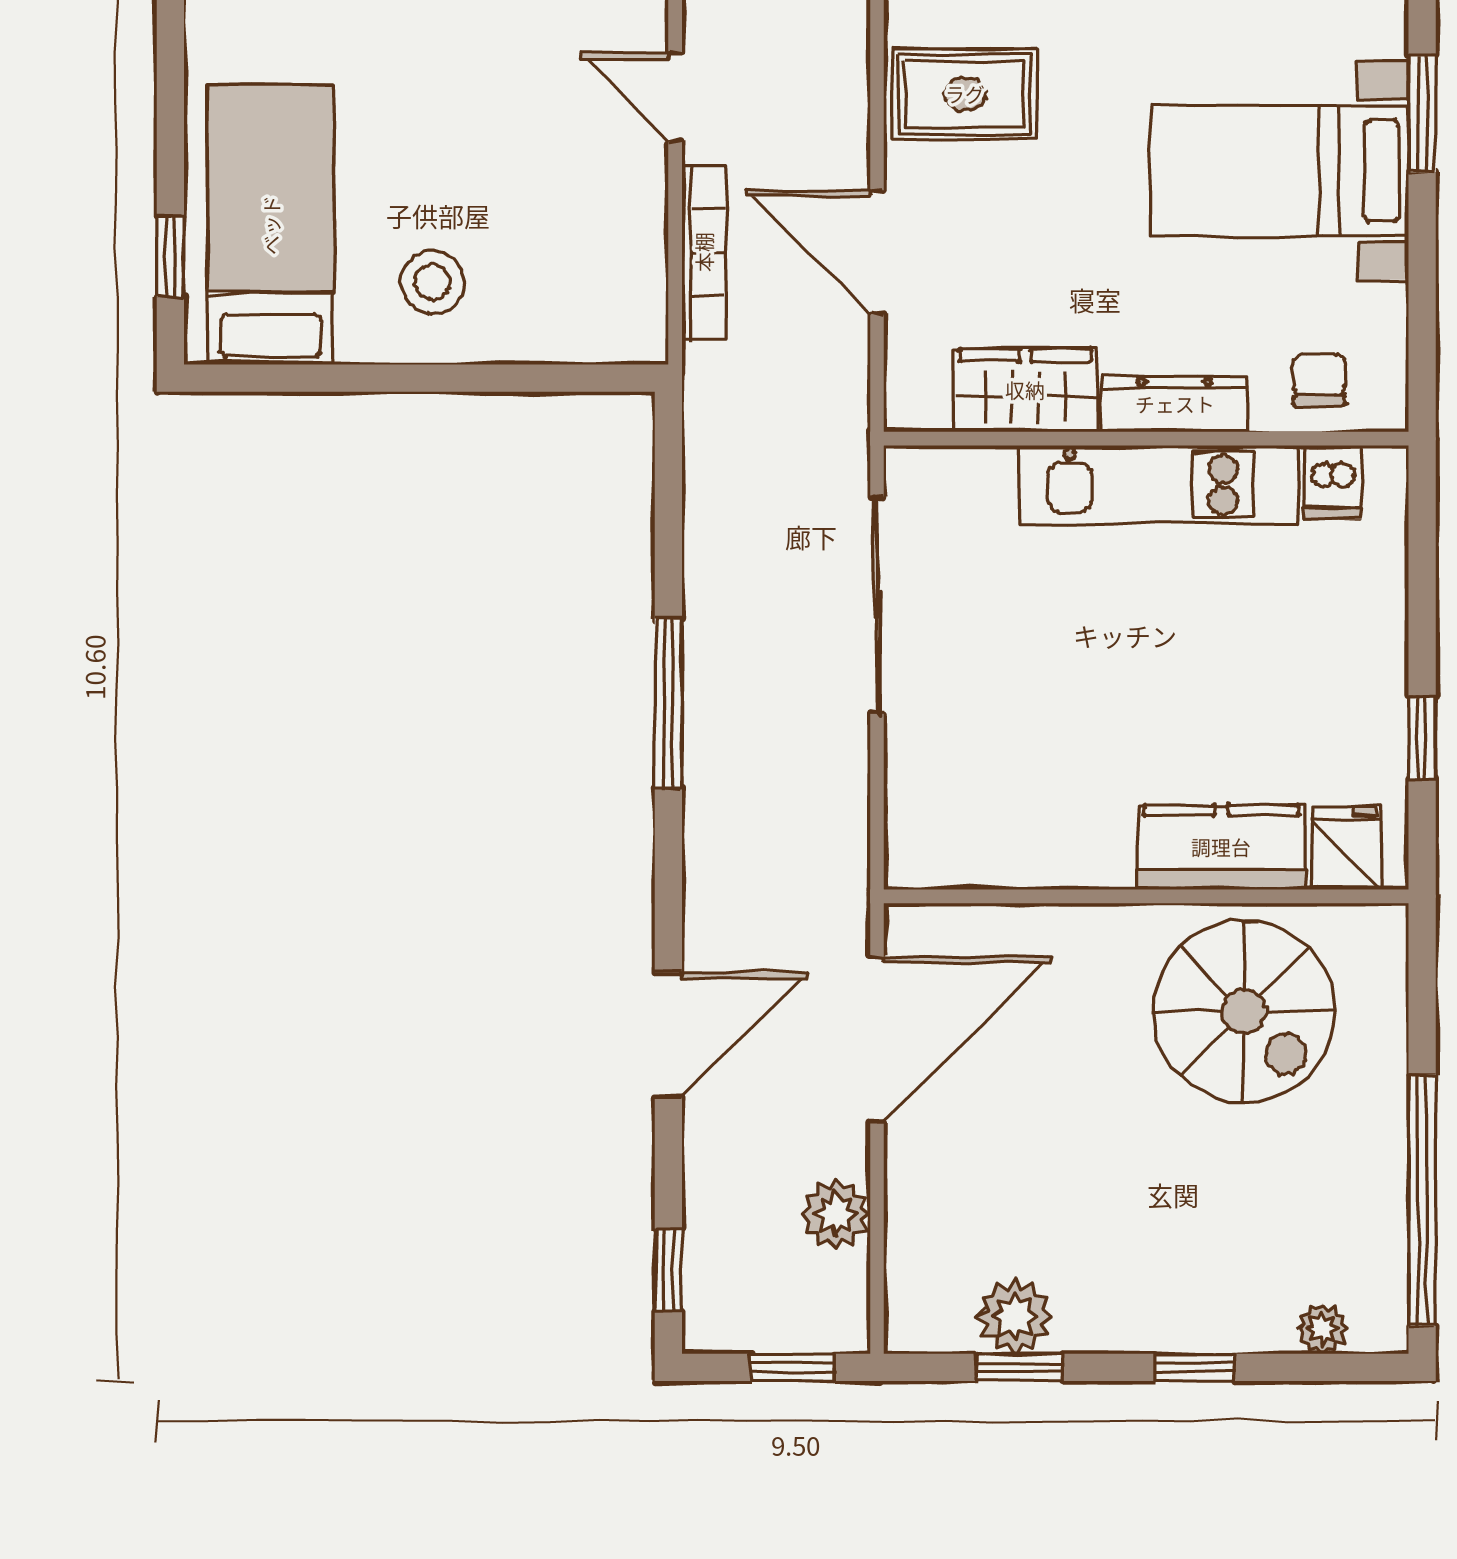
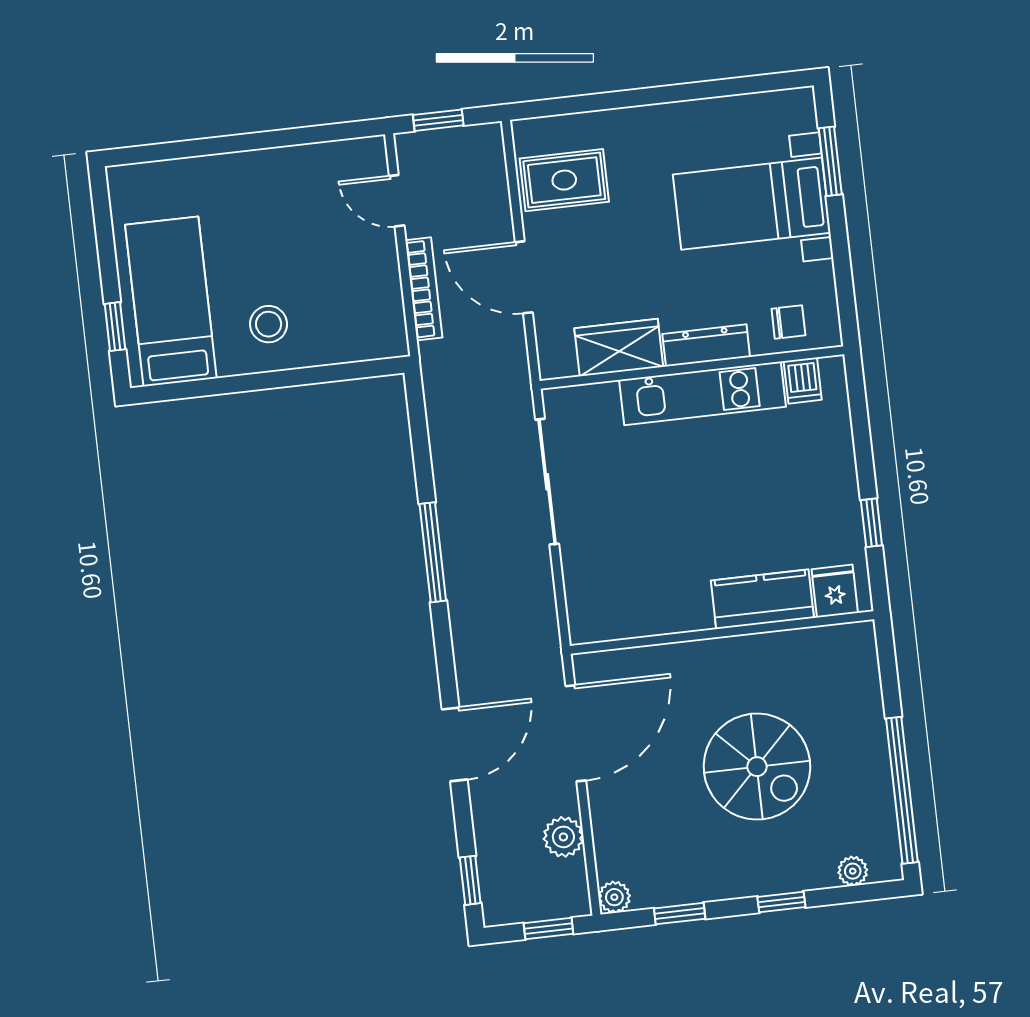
chair: (1320, 380) -> (788, 322), turned 90
spiral stairs: (1244, 1012) -> (757, 767), moved
plant: (1015, 1316) -> (614, 897), moved, width x0.73, depth x0.73

